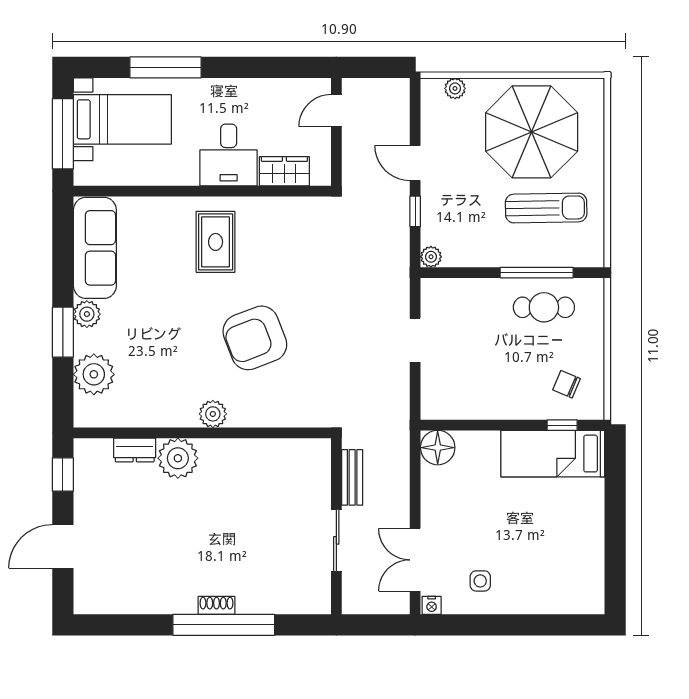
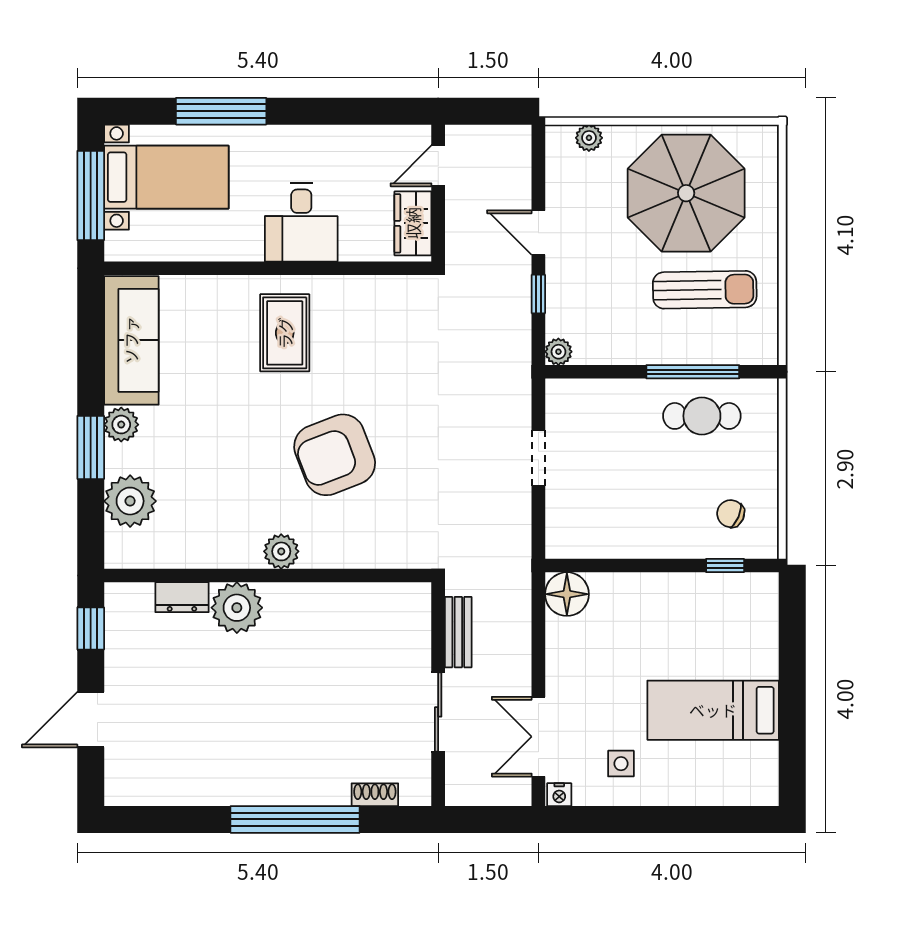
wardrobe: (284, 171) -> (413, 223), moved, turned -90
bed: (553, 454) -> (713, 710), moved
shoe rack: (216, 605) -> (375, 795), moved

